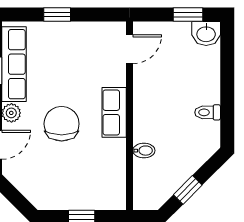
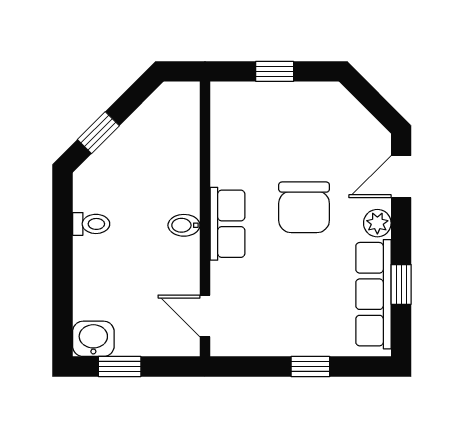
door: (129, 49) -> (205, 316), hinge flipped
bidet: (144, 151) -> (184, 225), moved
window: (188, 190) -> (98, 133), moved

